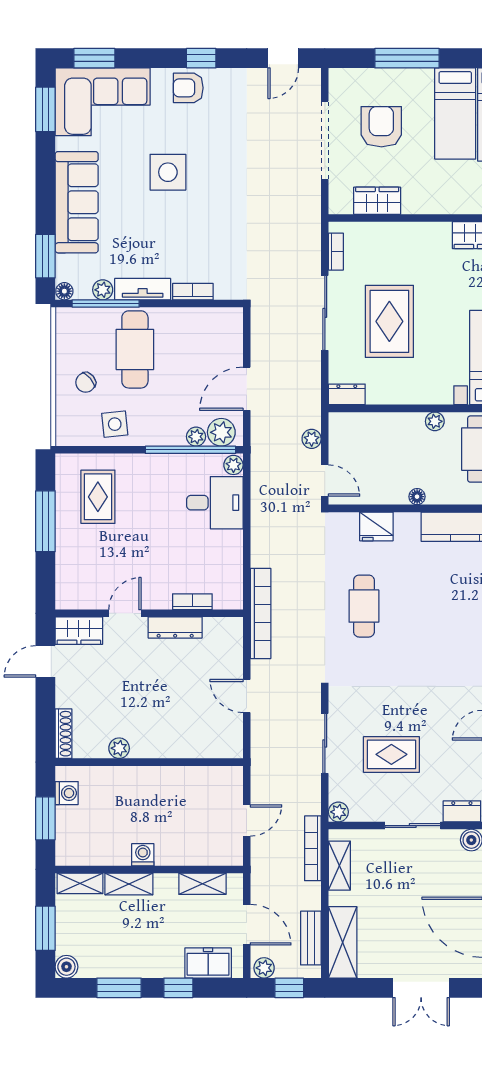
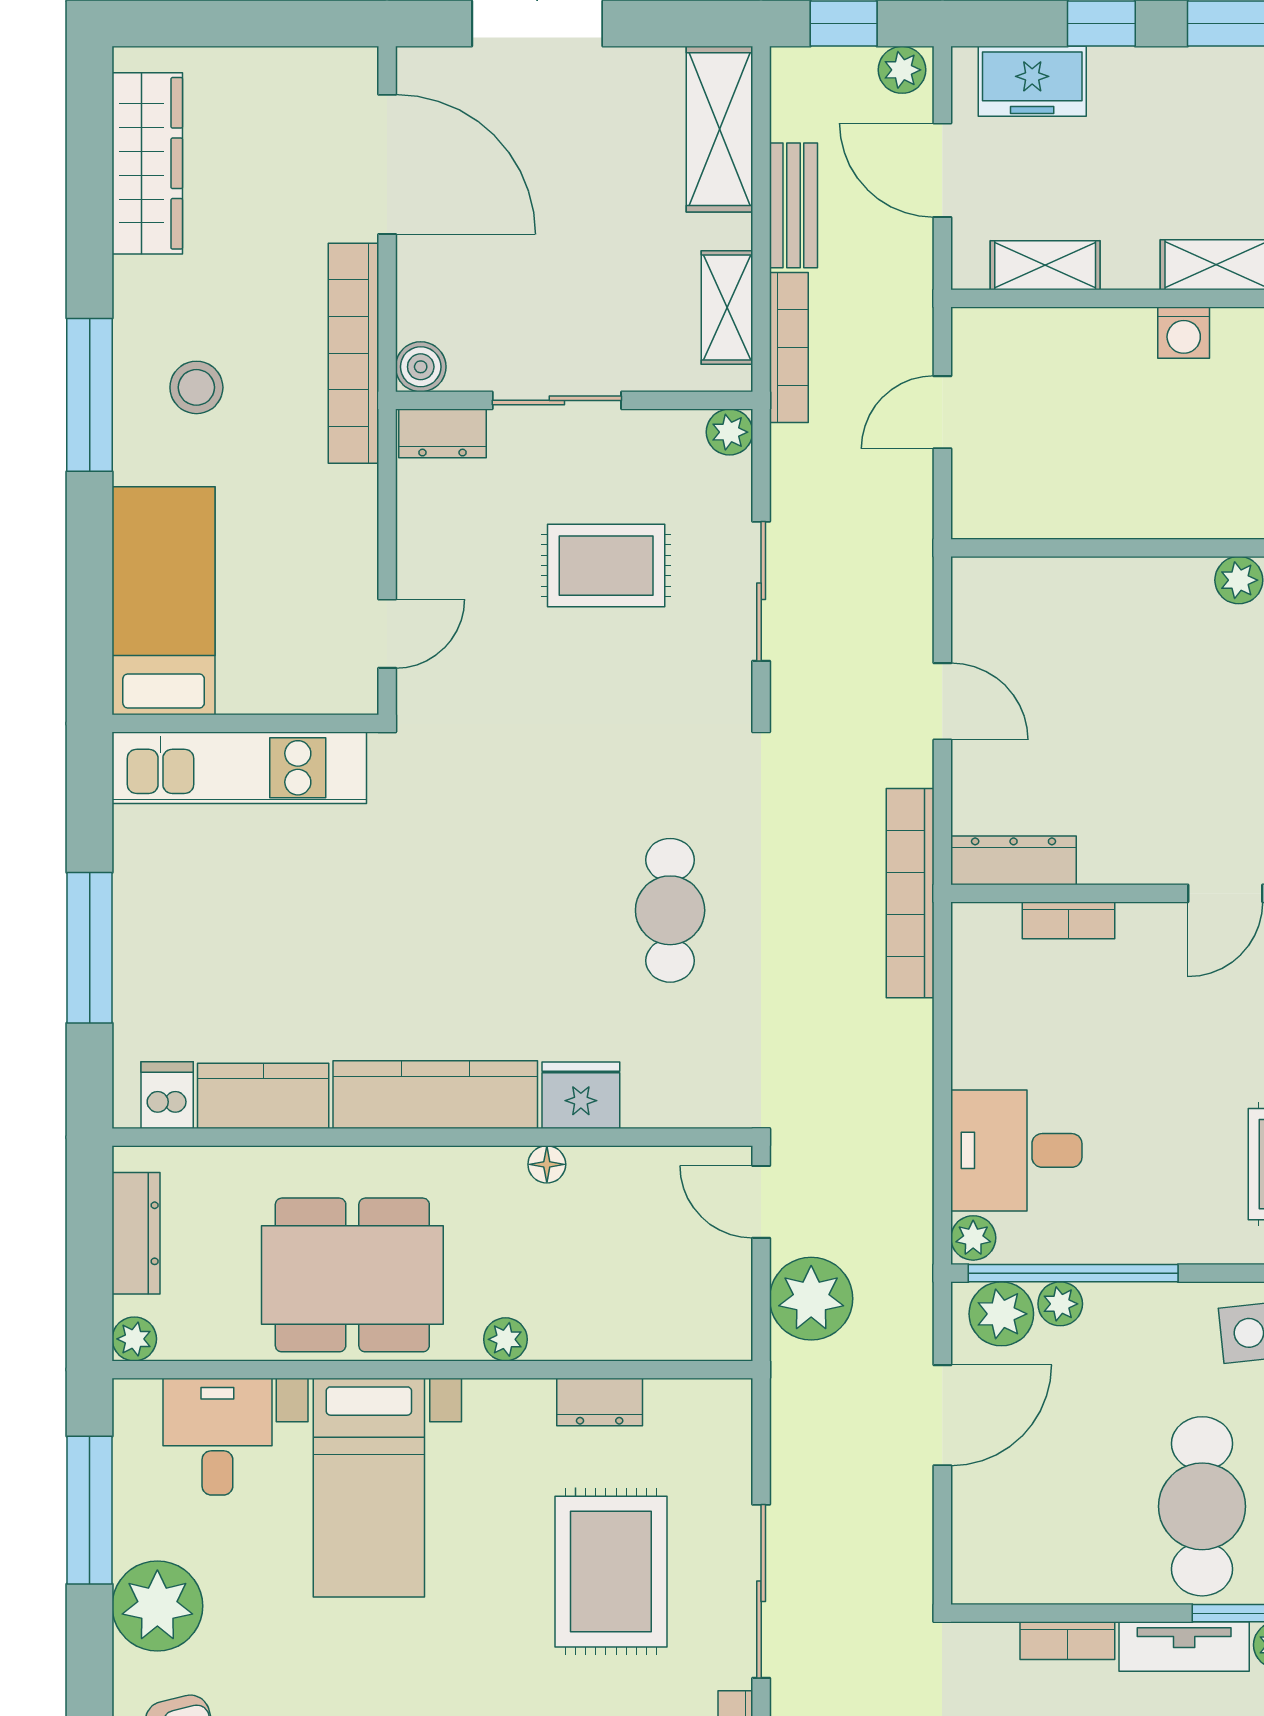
dresser: (347, 394) -> (600, 1402), moved
plant: (312, 439) -> (811, 1299), width x1.88, depth x1.88
fridge: (376, 526) -> (581, 1095), moved
dresser: (175, 628) -> (1014, 860), moved
bench: (311, 938) -> (793, 205), moved

